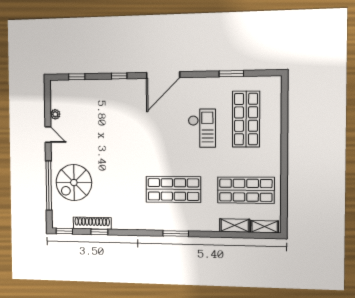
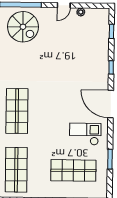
checkout: (202, 128) -> (85, 134), moved, turned 180
spiral stairs: (74, 183) -> (23, 27), turned 180

